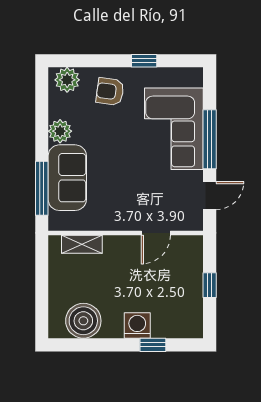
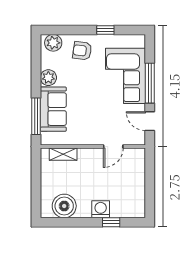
door: (210, 196) -> (150, 121), swing flipped
window: (210, 285) -> (150, 182), removed

